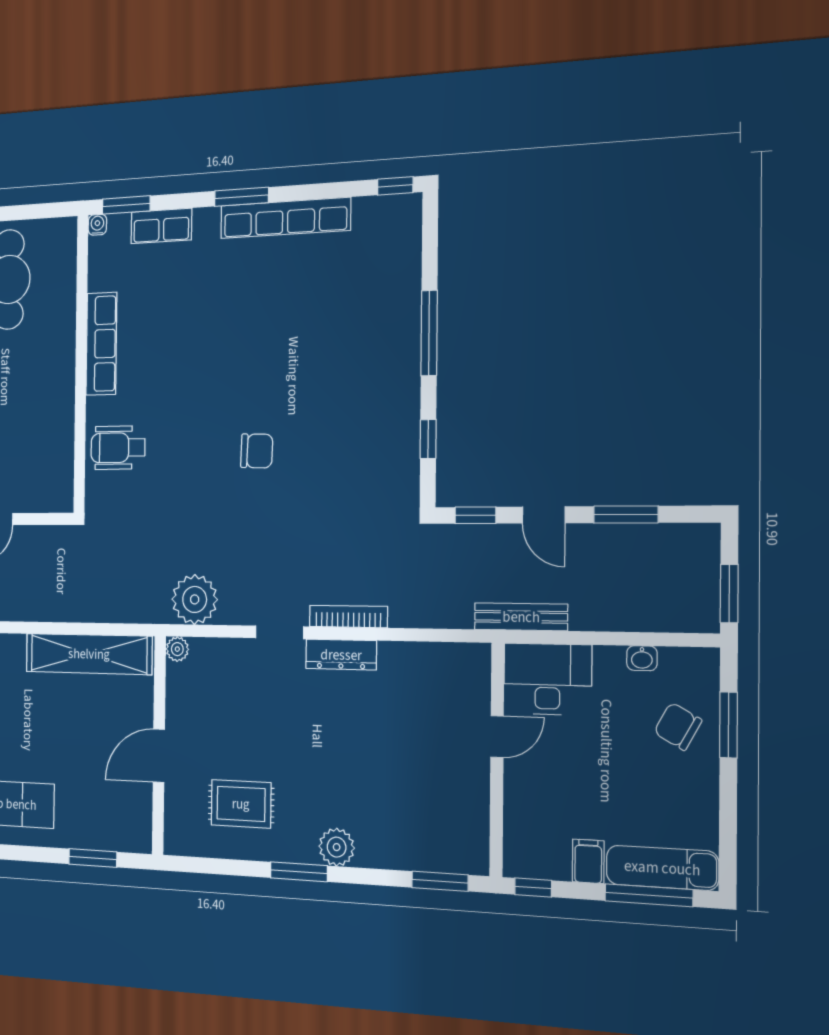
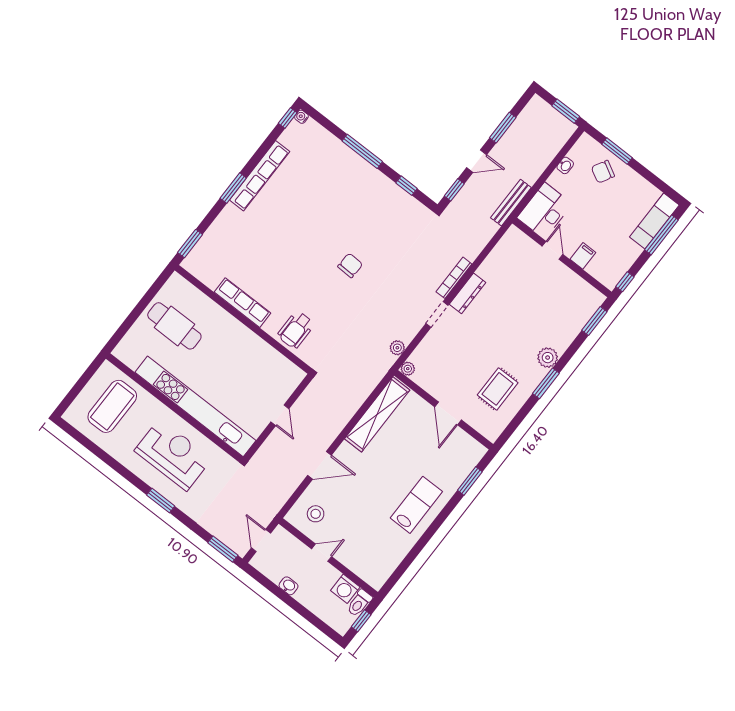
water cooler: (97, 225) -> (301, 117), moved
row of seats: (161, 226) -> (214, 234), removed
plant: (195, 599) -> (397, 348), width x0.53, depth x0.53
filing cabinet: (588, 861) -> (583, 256), moved, turned 90

